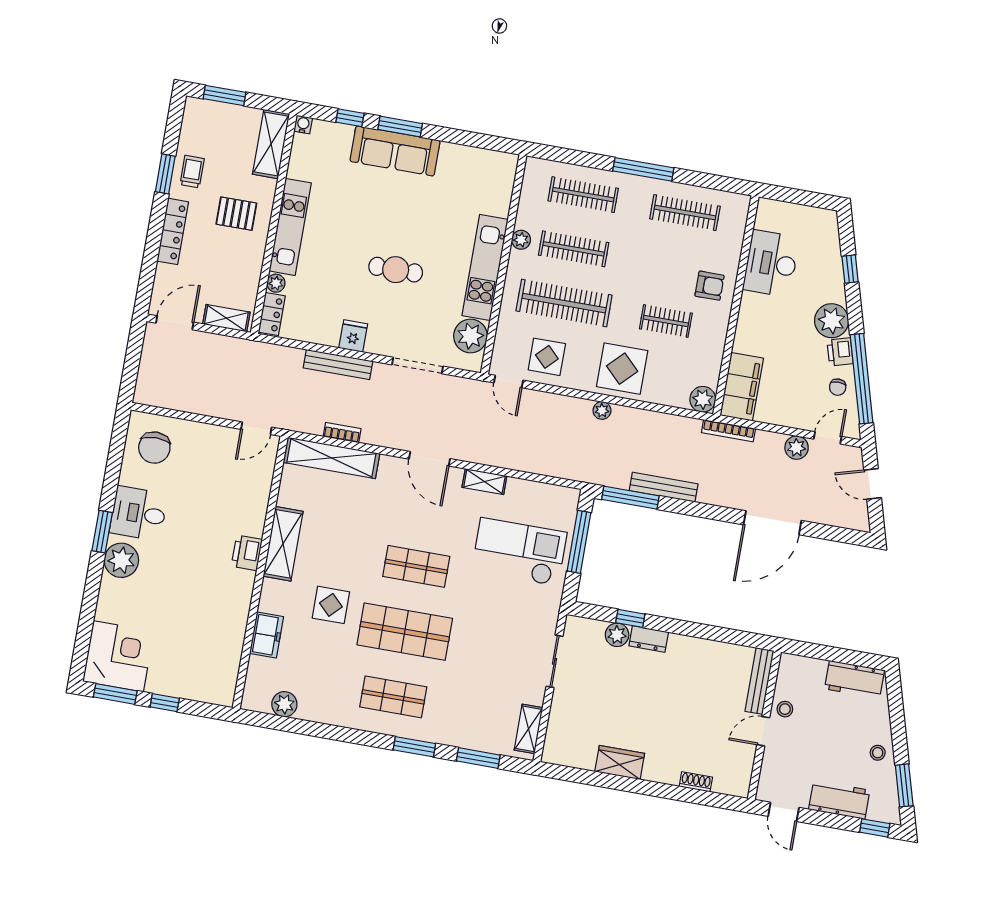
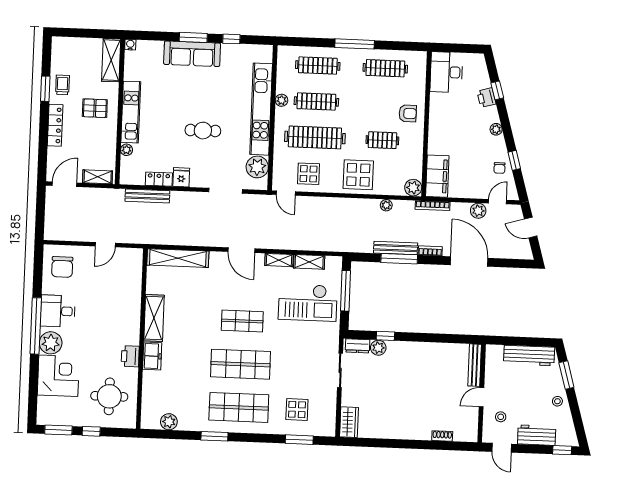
window: (224, 96) -> (77, 33), removed
window: (350, 118) -> (231, 39), moved
desk: (771, 263) -> (446, 72), moved
kitchen unit: (485, 267) -> (261, 109), width x1.36
locker: (272, 314) -> (159, 179), moved, turned -90
plant: (832, 321) -> (496, 129), width x0.53, depth x0.53
printer: (840, 352) -> (486, 98), moved
bench: (338, 365) -> (147, 196), moved
window: (862, 379) -> (514, 160), width x0.32
plant: (602, 410) -> (386, 205), moved
door: (256, 428) -> (105, 245), moved
bookcase: (342, 433) -> (430, 251), moved
window: (630, 498) -> (399, 259), moved
door: (772, 523) -> (469, 261), swing flipped
window: (102, 532) -> (36, 326), width x2.11
checkout: (519, 552) -> (308, 303), turned 180
printer: (247, 553) -> (130, 356), moved
display table: (331, 605) -> (297, 410), moved
freezer: (266, 635) -> (152, 356), moved
dresser: (649, 639) -> (357, 346), moved
round table: (199, 653) -> (109, 396), added
corner desk: (118, 656) -> (58, 376), moved
workbench: (854, 679) -> (529, 356), width x1.38
shop shelf: (393, 697) -> (239, 407), width x1.43, depth x1.36
stool: (785, 709) -> (501, 417), moved
shelving: (529, 729) -> (309, 262), moved, turned 90
window: (414, 747) -> (214, 436), moved
wardrobe: (620, 763) -> (349, 422), moved, turned 90
window: (904, 785) -> (566, 375), moved

